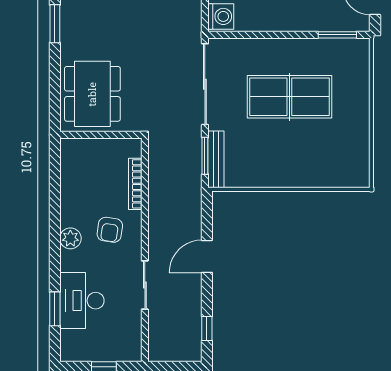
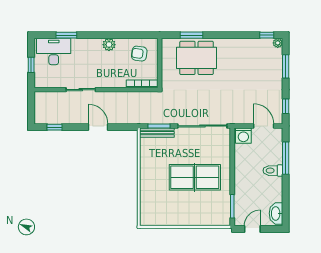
window: (55, 24) -> (191, 35), moved
table tennis table: (289, 97) -> (195, 177), turned 90
wall: (101, 135) -> (160, 63), moved
armchair: (110, 230) -> (139, 54), moved
desk: (82, 301) -> (54, 51), moved

